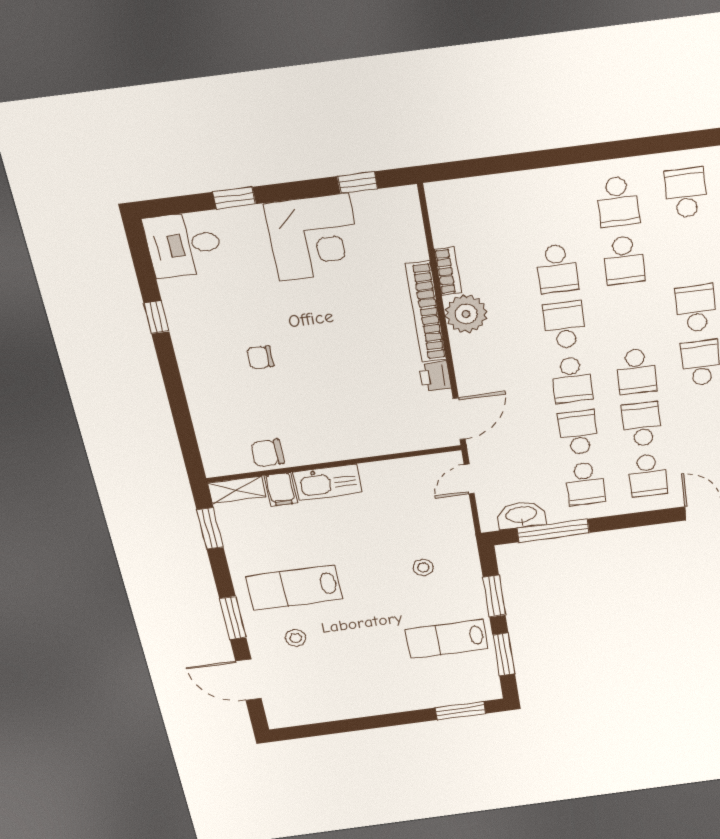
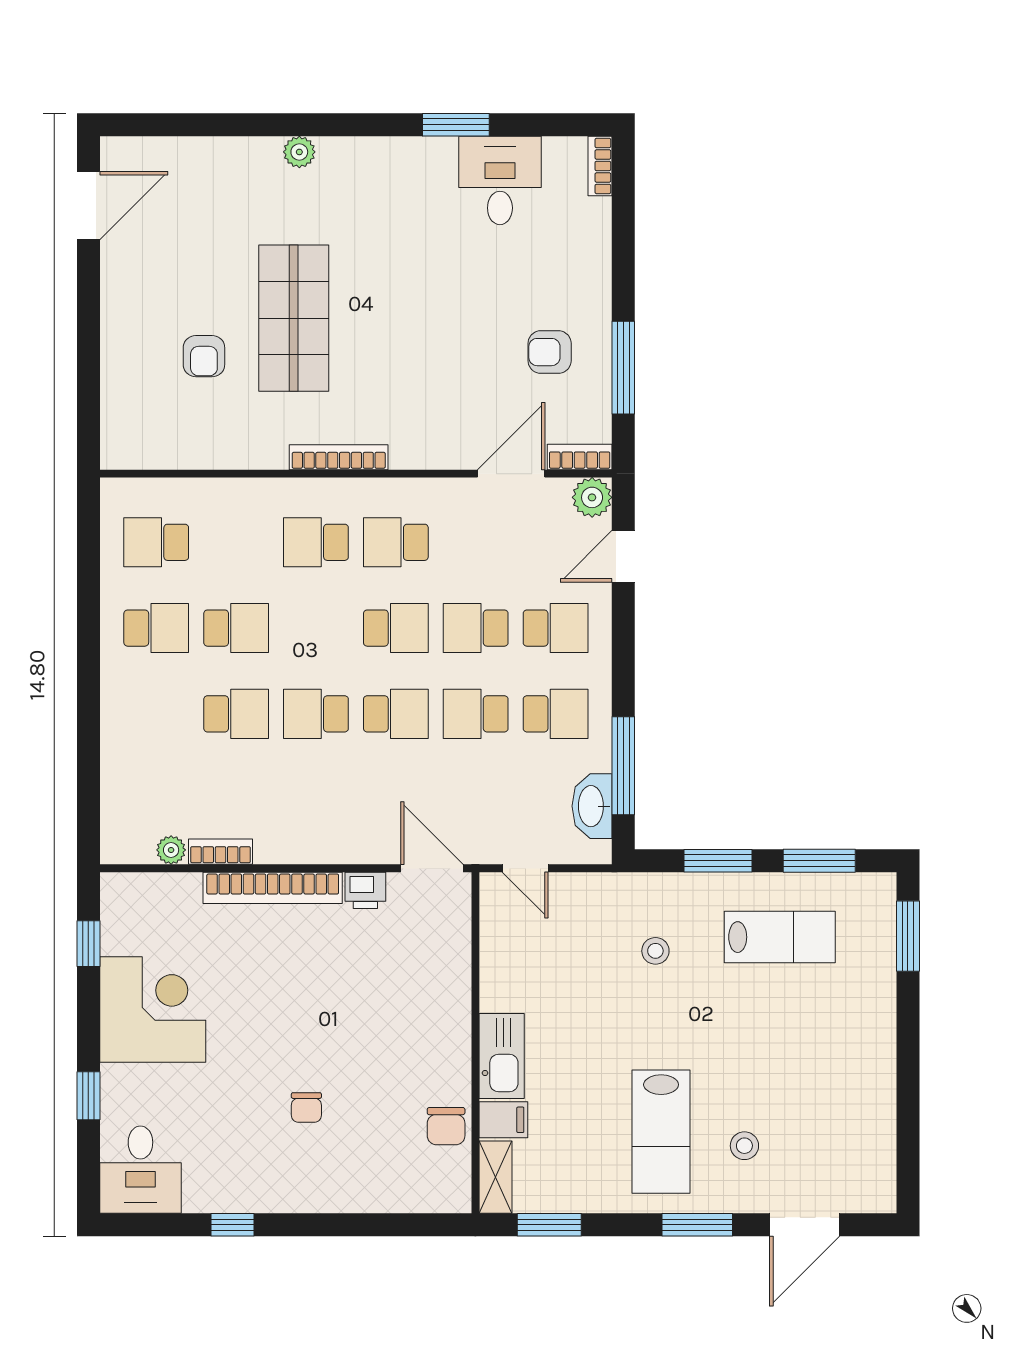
plant: (466, 314) -> (171, 850), moved, width x0.53, depth x0.53
lab bench: (447, 639) -> (780, 937), turned -90

